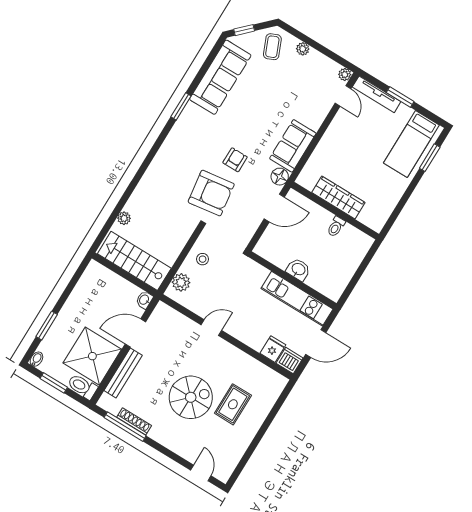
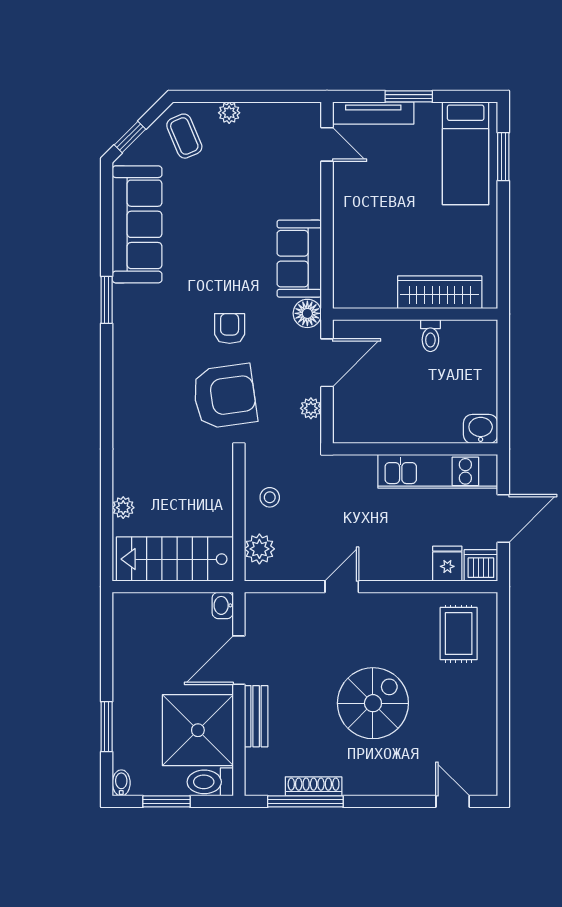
plant: (345, 74) -> (311, 408), moved
wardrobe: (338, 197) -> (440, 292), moved
washbasin: (298, 269) -> (481, 429), moved
bench: (123, 373) -> (256, 716), width x0.73
rug: (233, 404) -> (459, 634), moved

